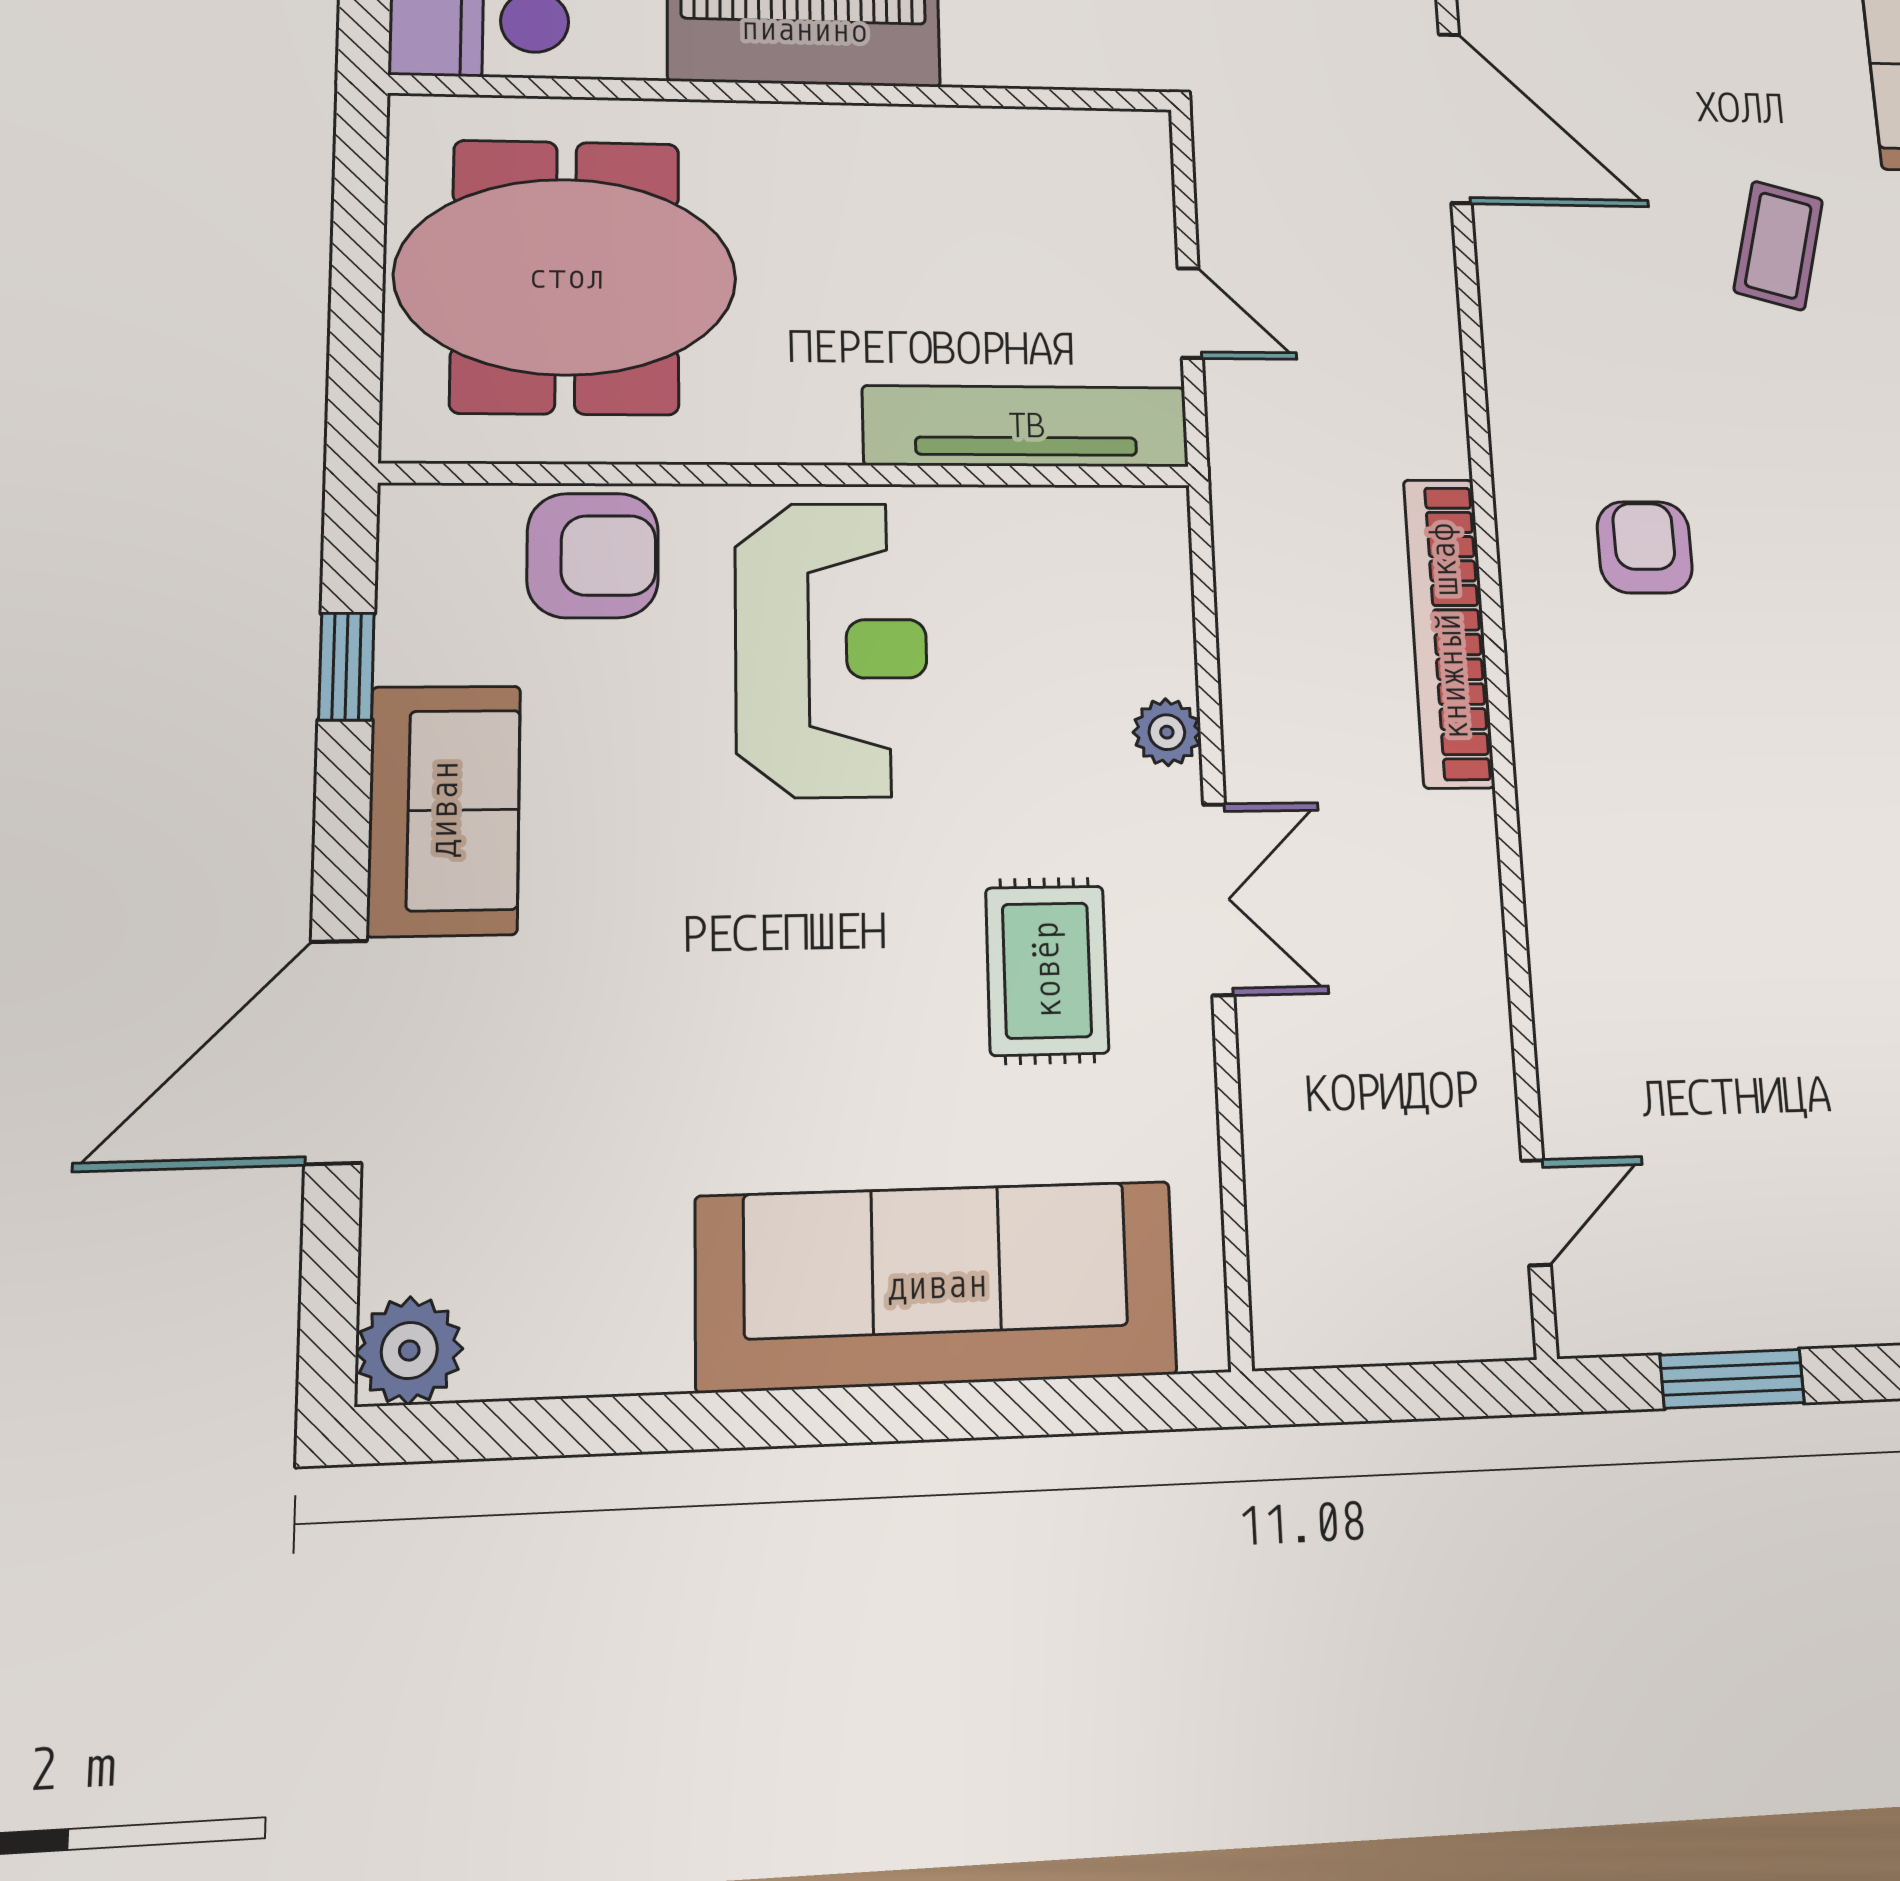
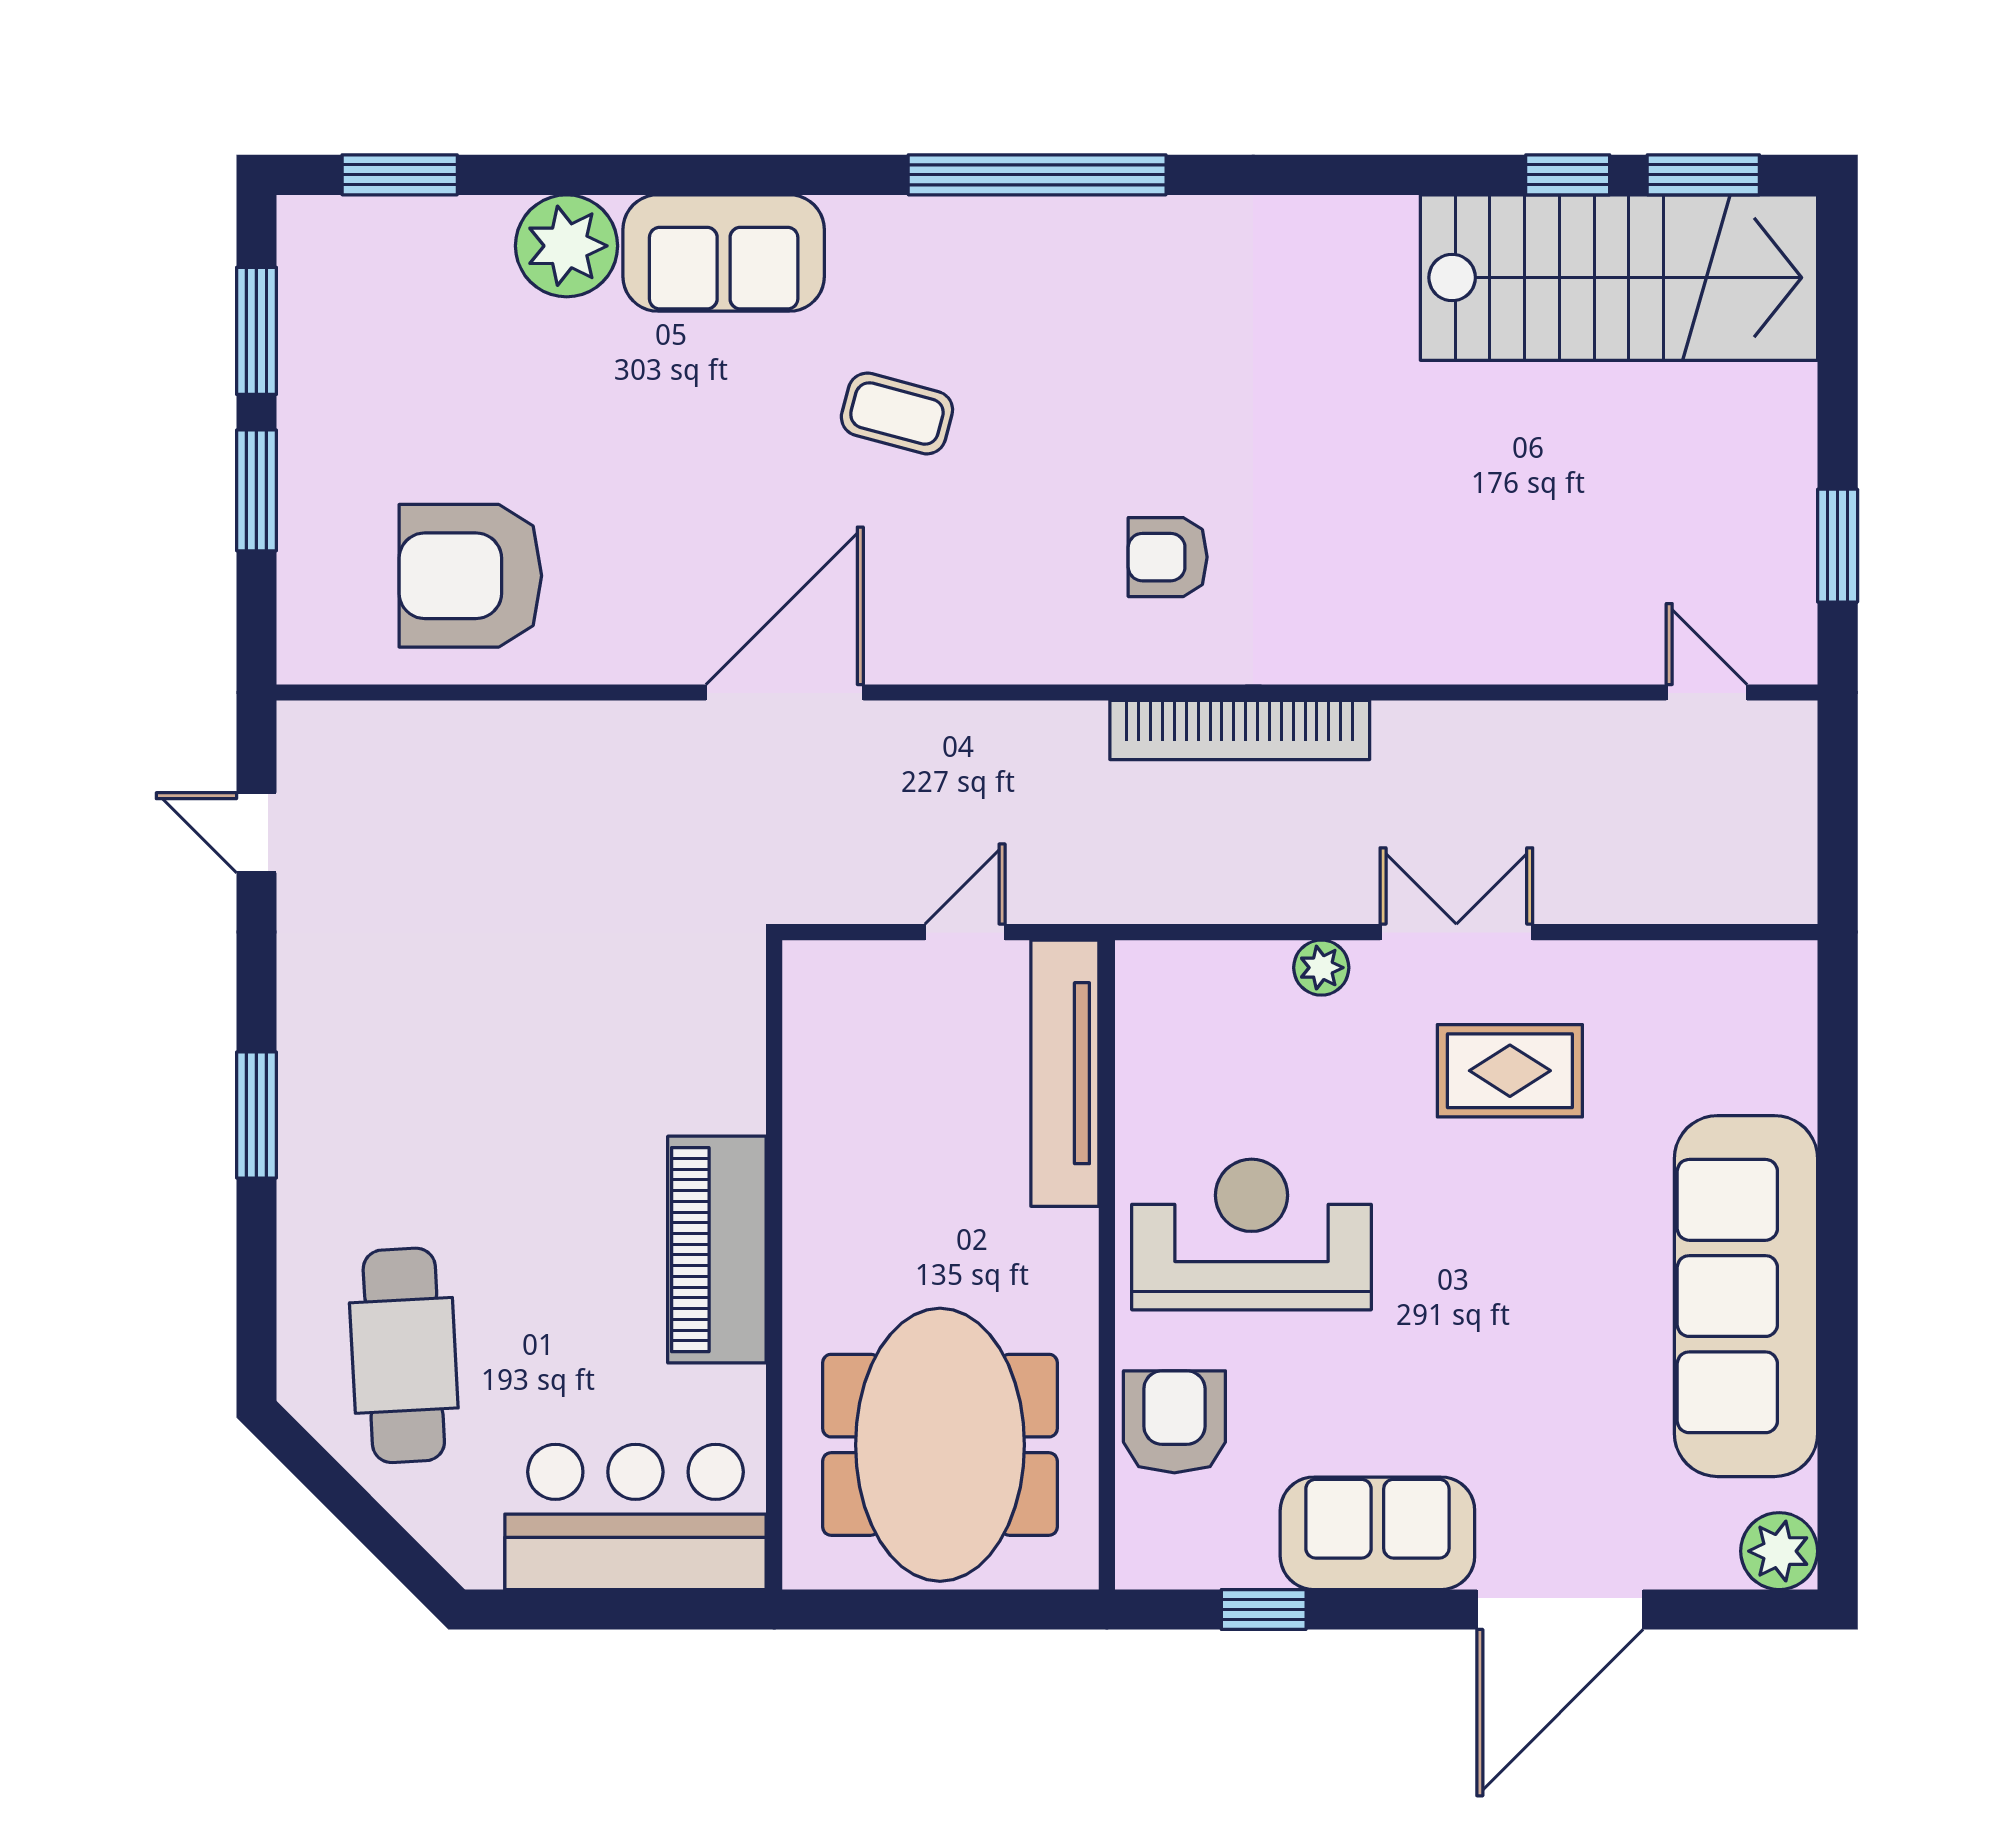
door: (336, 1052) -> (1560, 1610), hinge flipped
sofa: (937, 1285) -> (1746, 1296), moved

